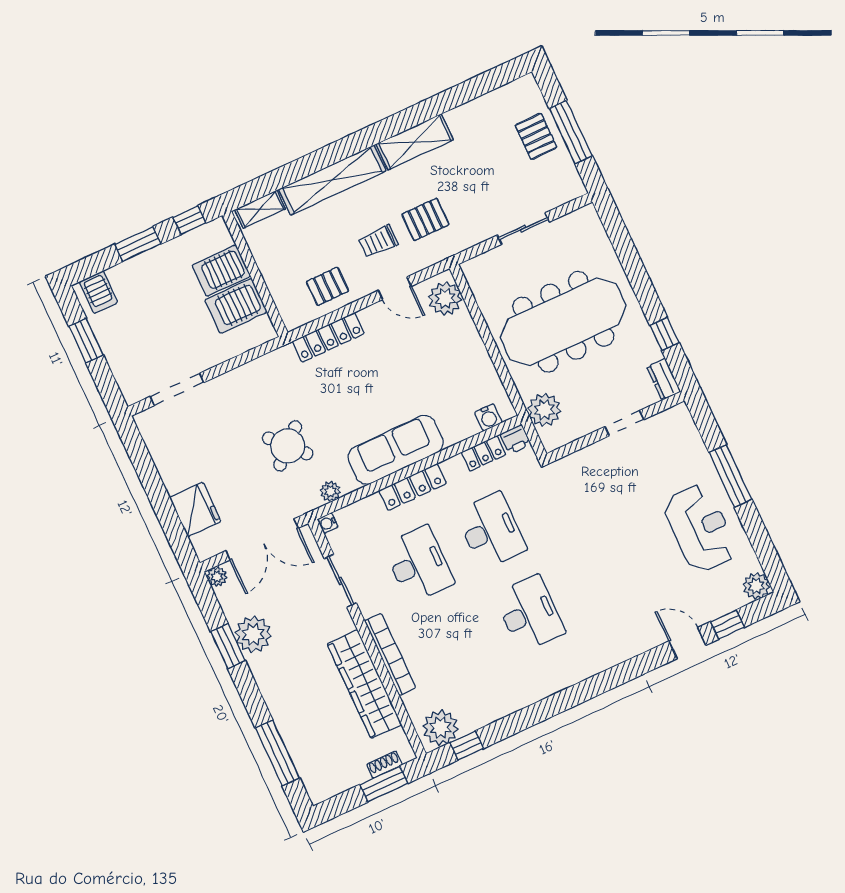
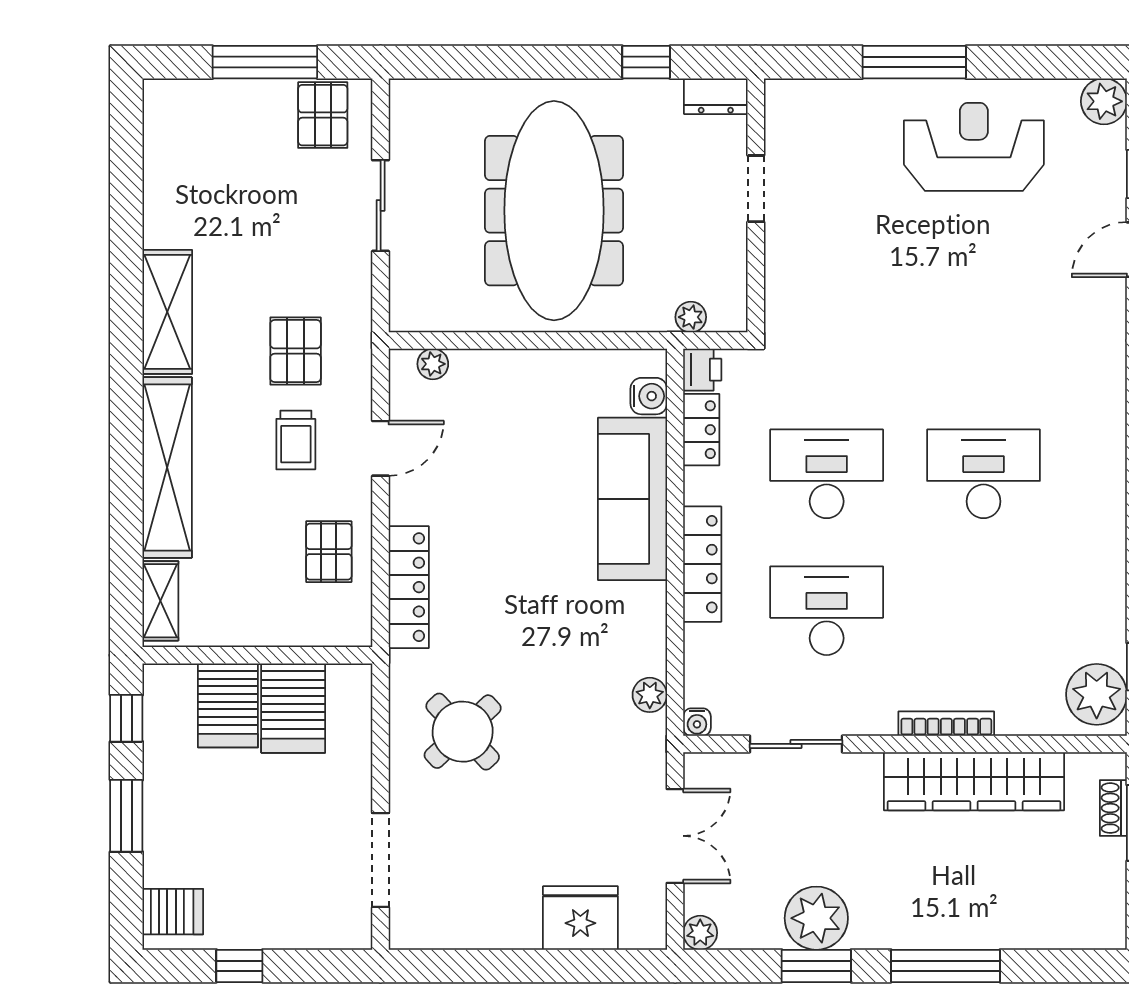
pallet: (536, 136) -> (323, 115), moved, turned 90
plant: (445, 299) -> (433, 364), width x0.53, depth x0.53
window: (86, 341) -> (239, 966), width x0.67
plant: (544, 410) -> (691, 317), width x0.53, depth x0.53
round table: (288, 446) -> (463, 732), moved
sofa: (396, 450) -> (632, 499), moved
double door: (262, 539) -> (675, 836), width x0.73
bookcase: (390, 654) -> (946, 724), width x0.68, depth x0.76
window: (278, 753) -> (945, 966), moved

